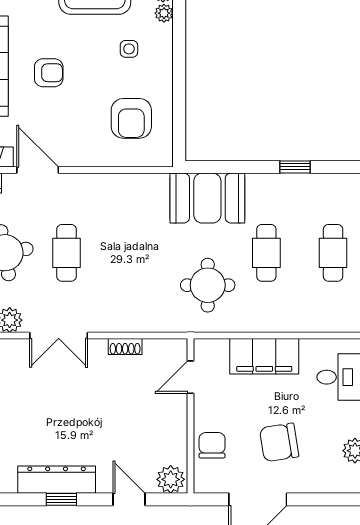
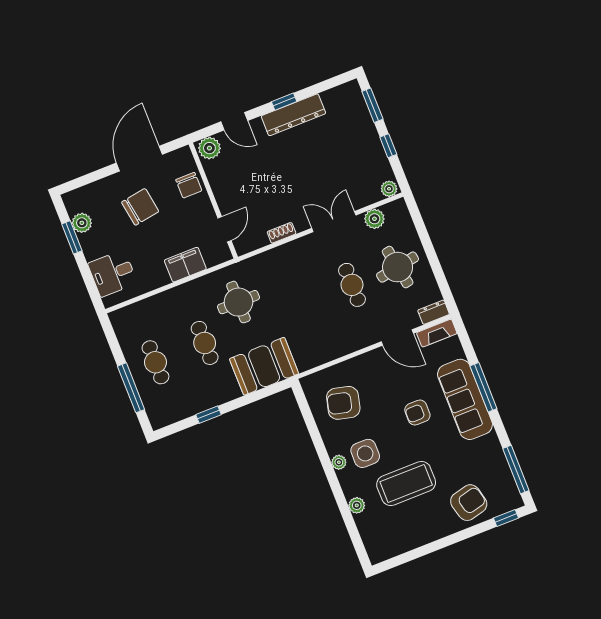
plant: (164, 13) -> (339, 462), moved
side table: (129, 49) -> (365, 453), width x1.87, depth x1.87
armchair: (131, 118) -> (343, 403), turned -76
filing cabinet: (264, 356) -> (185, 265), width x0.67, depth x0.86

